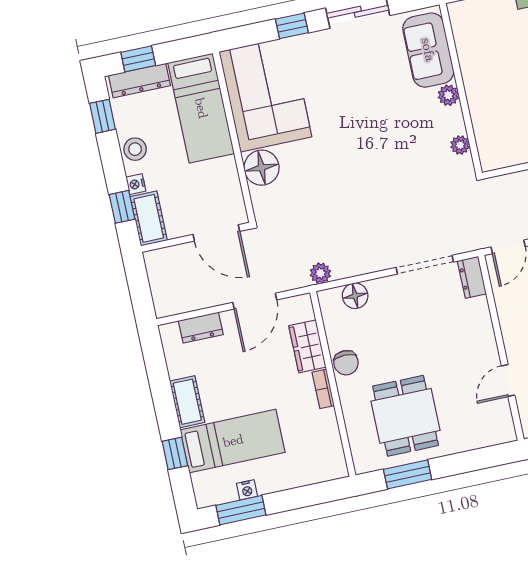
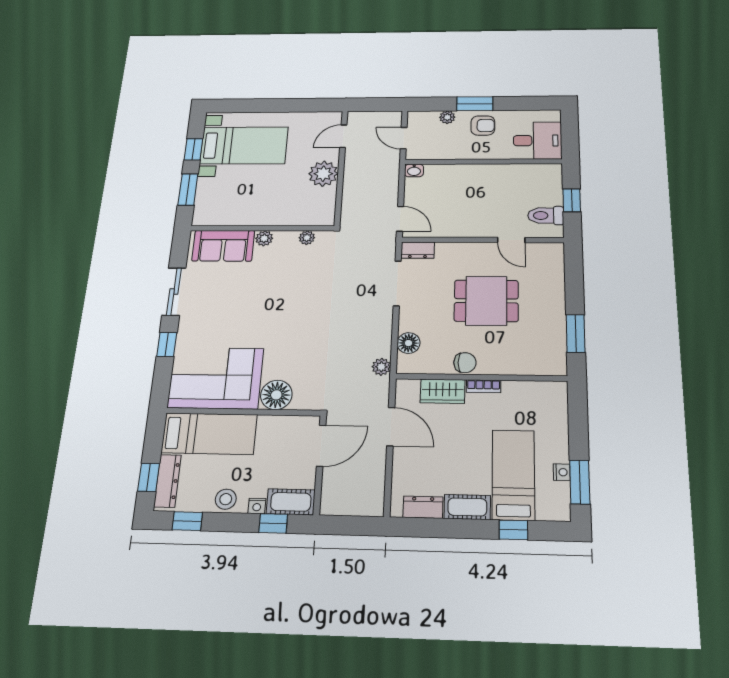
dresser: (201, 328) -> (423, 507), moved, turned -90
dining table: (406, 416) -> (486, 301), moved

